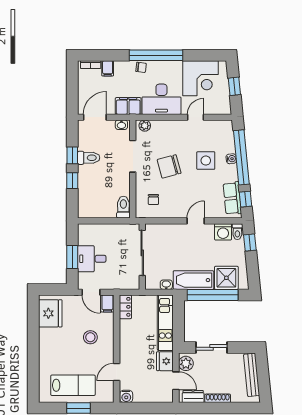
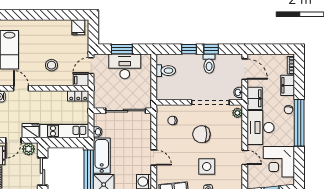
filing cabinet: (108, 68) -> (288, 85), width x2.00
doorway: (133, 156) -> (210, 102), width x1.36
chair: (169, 166) -> (201, 134), turned -75
toilet: (123, 207) -> (166, 71), moved
desk: (92, 259) -> (125, 66), width x1.37
fridge: (50, 313) -> (78, 27), width x0.53, depth x0.75

